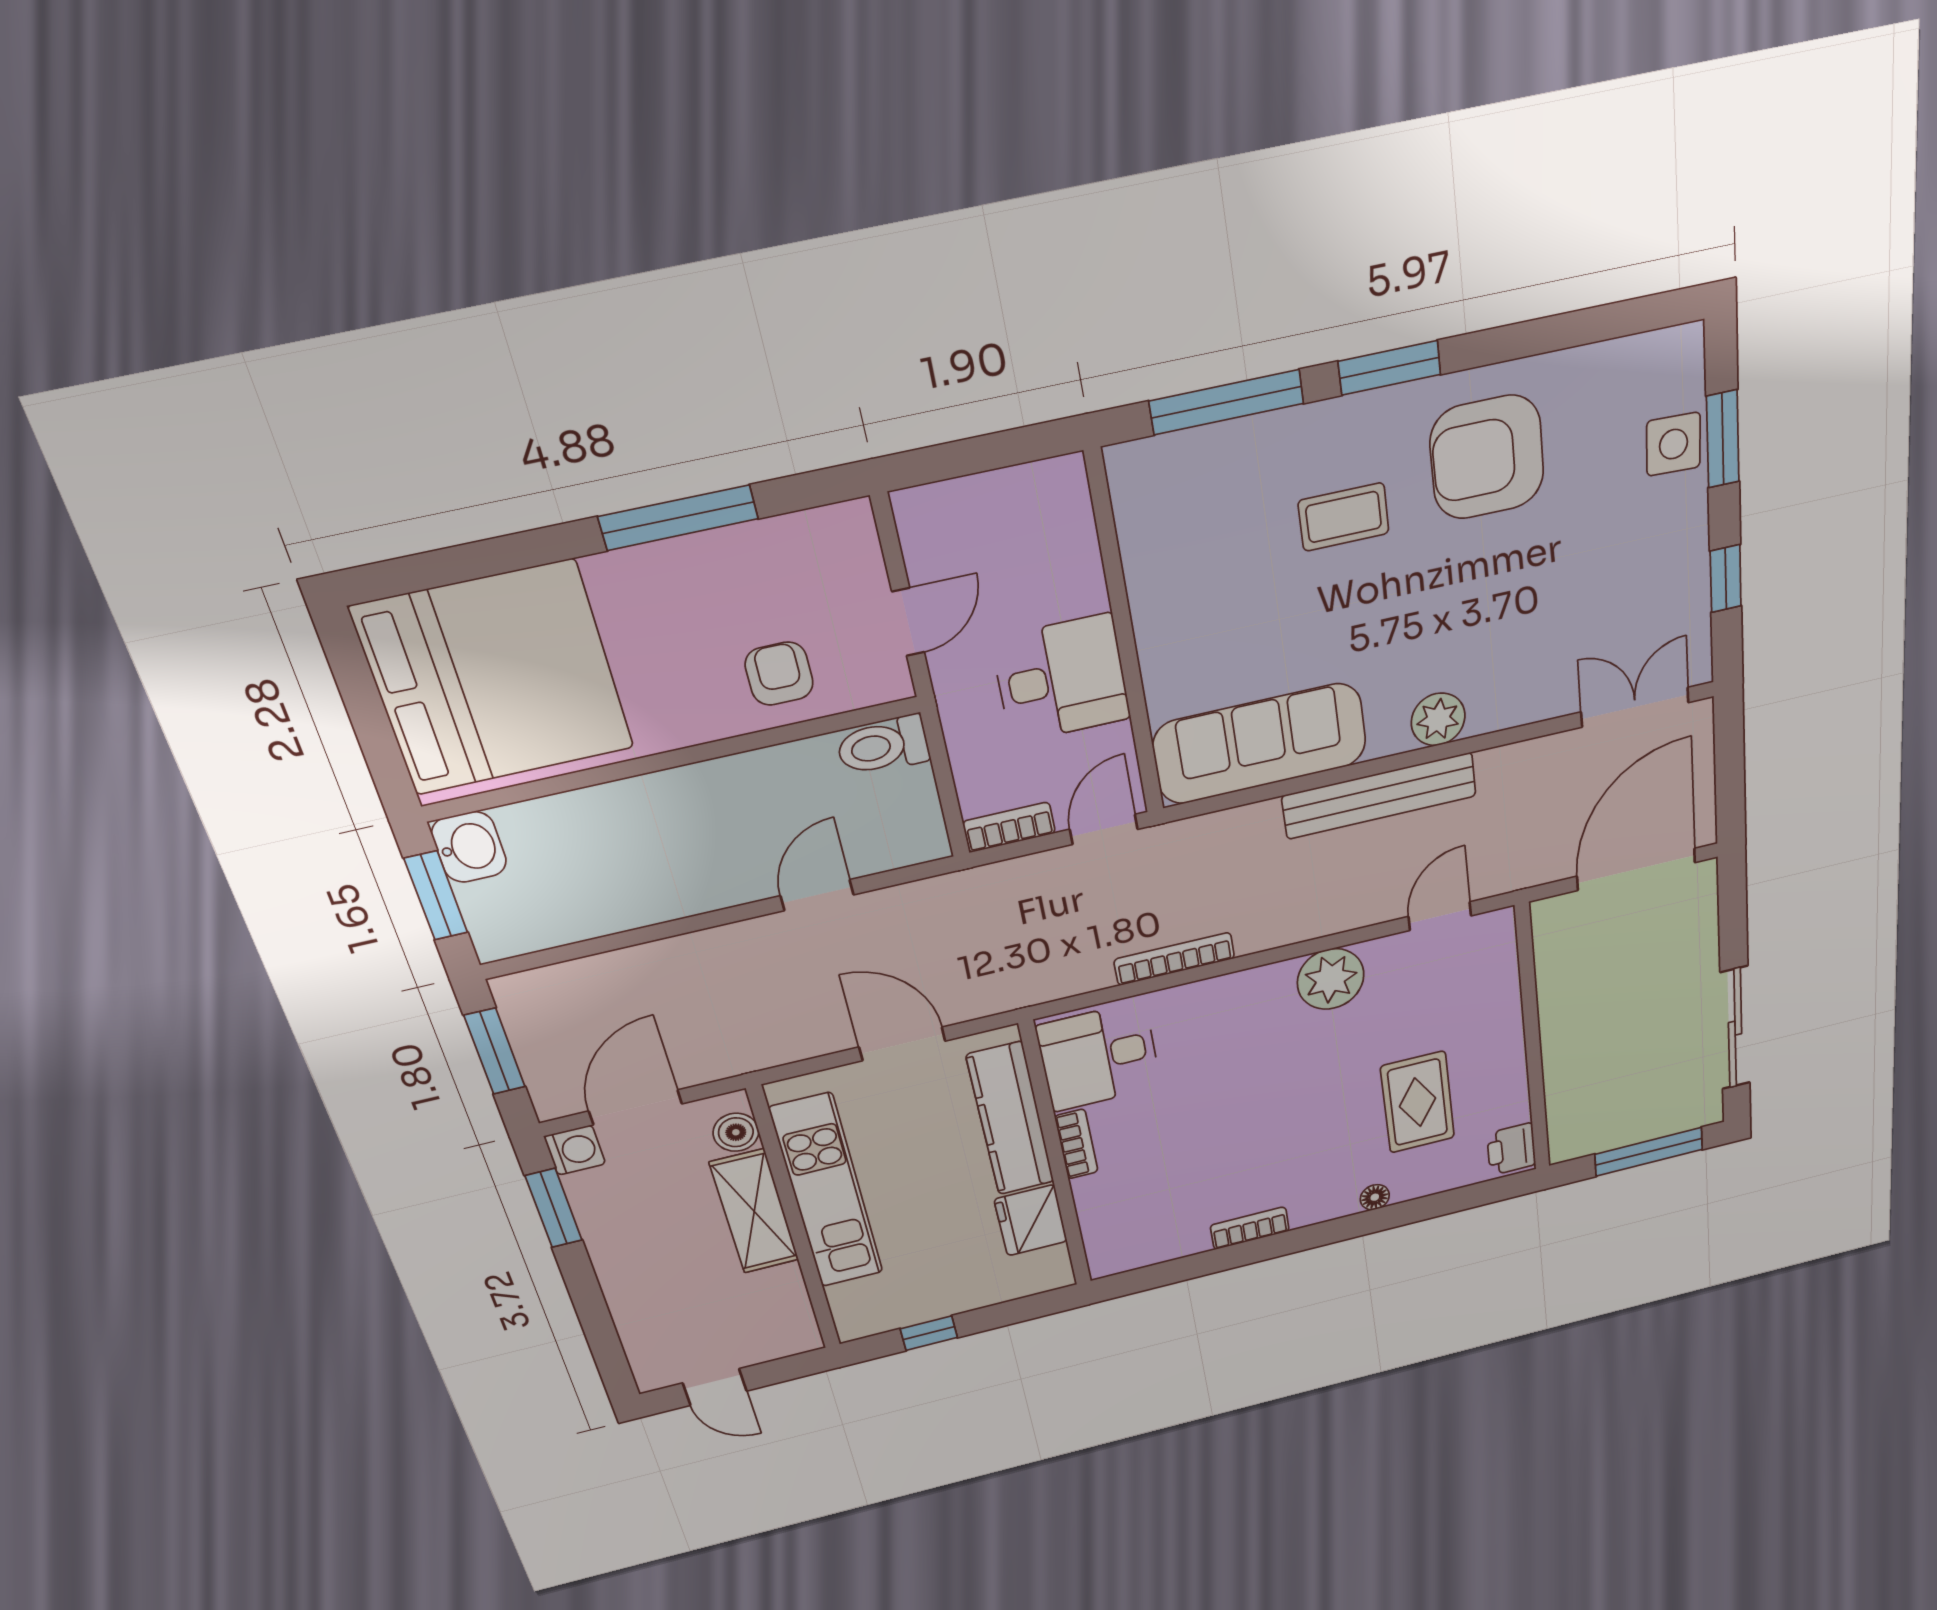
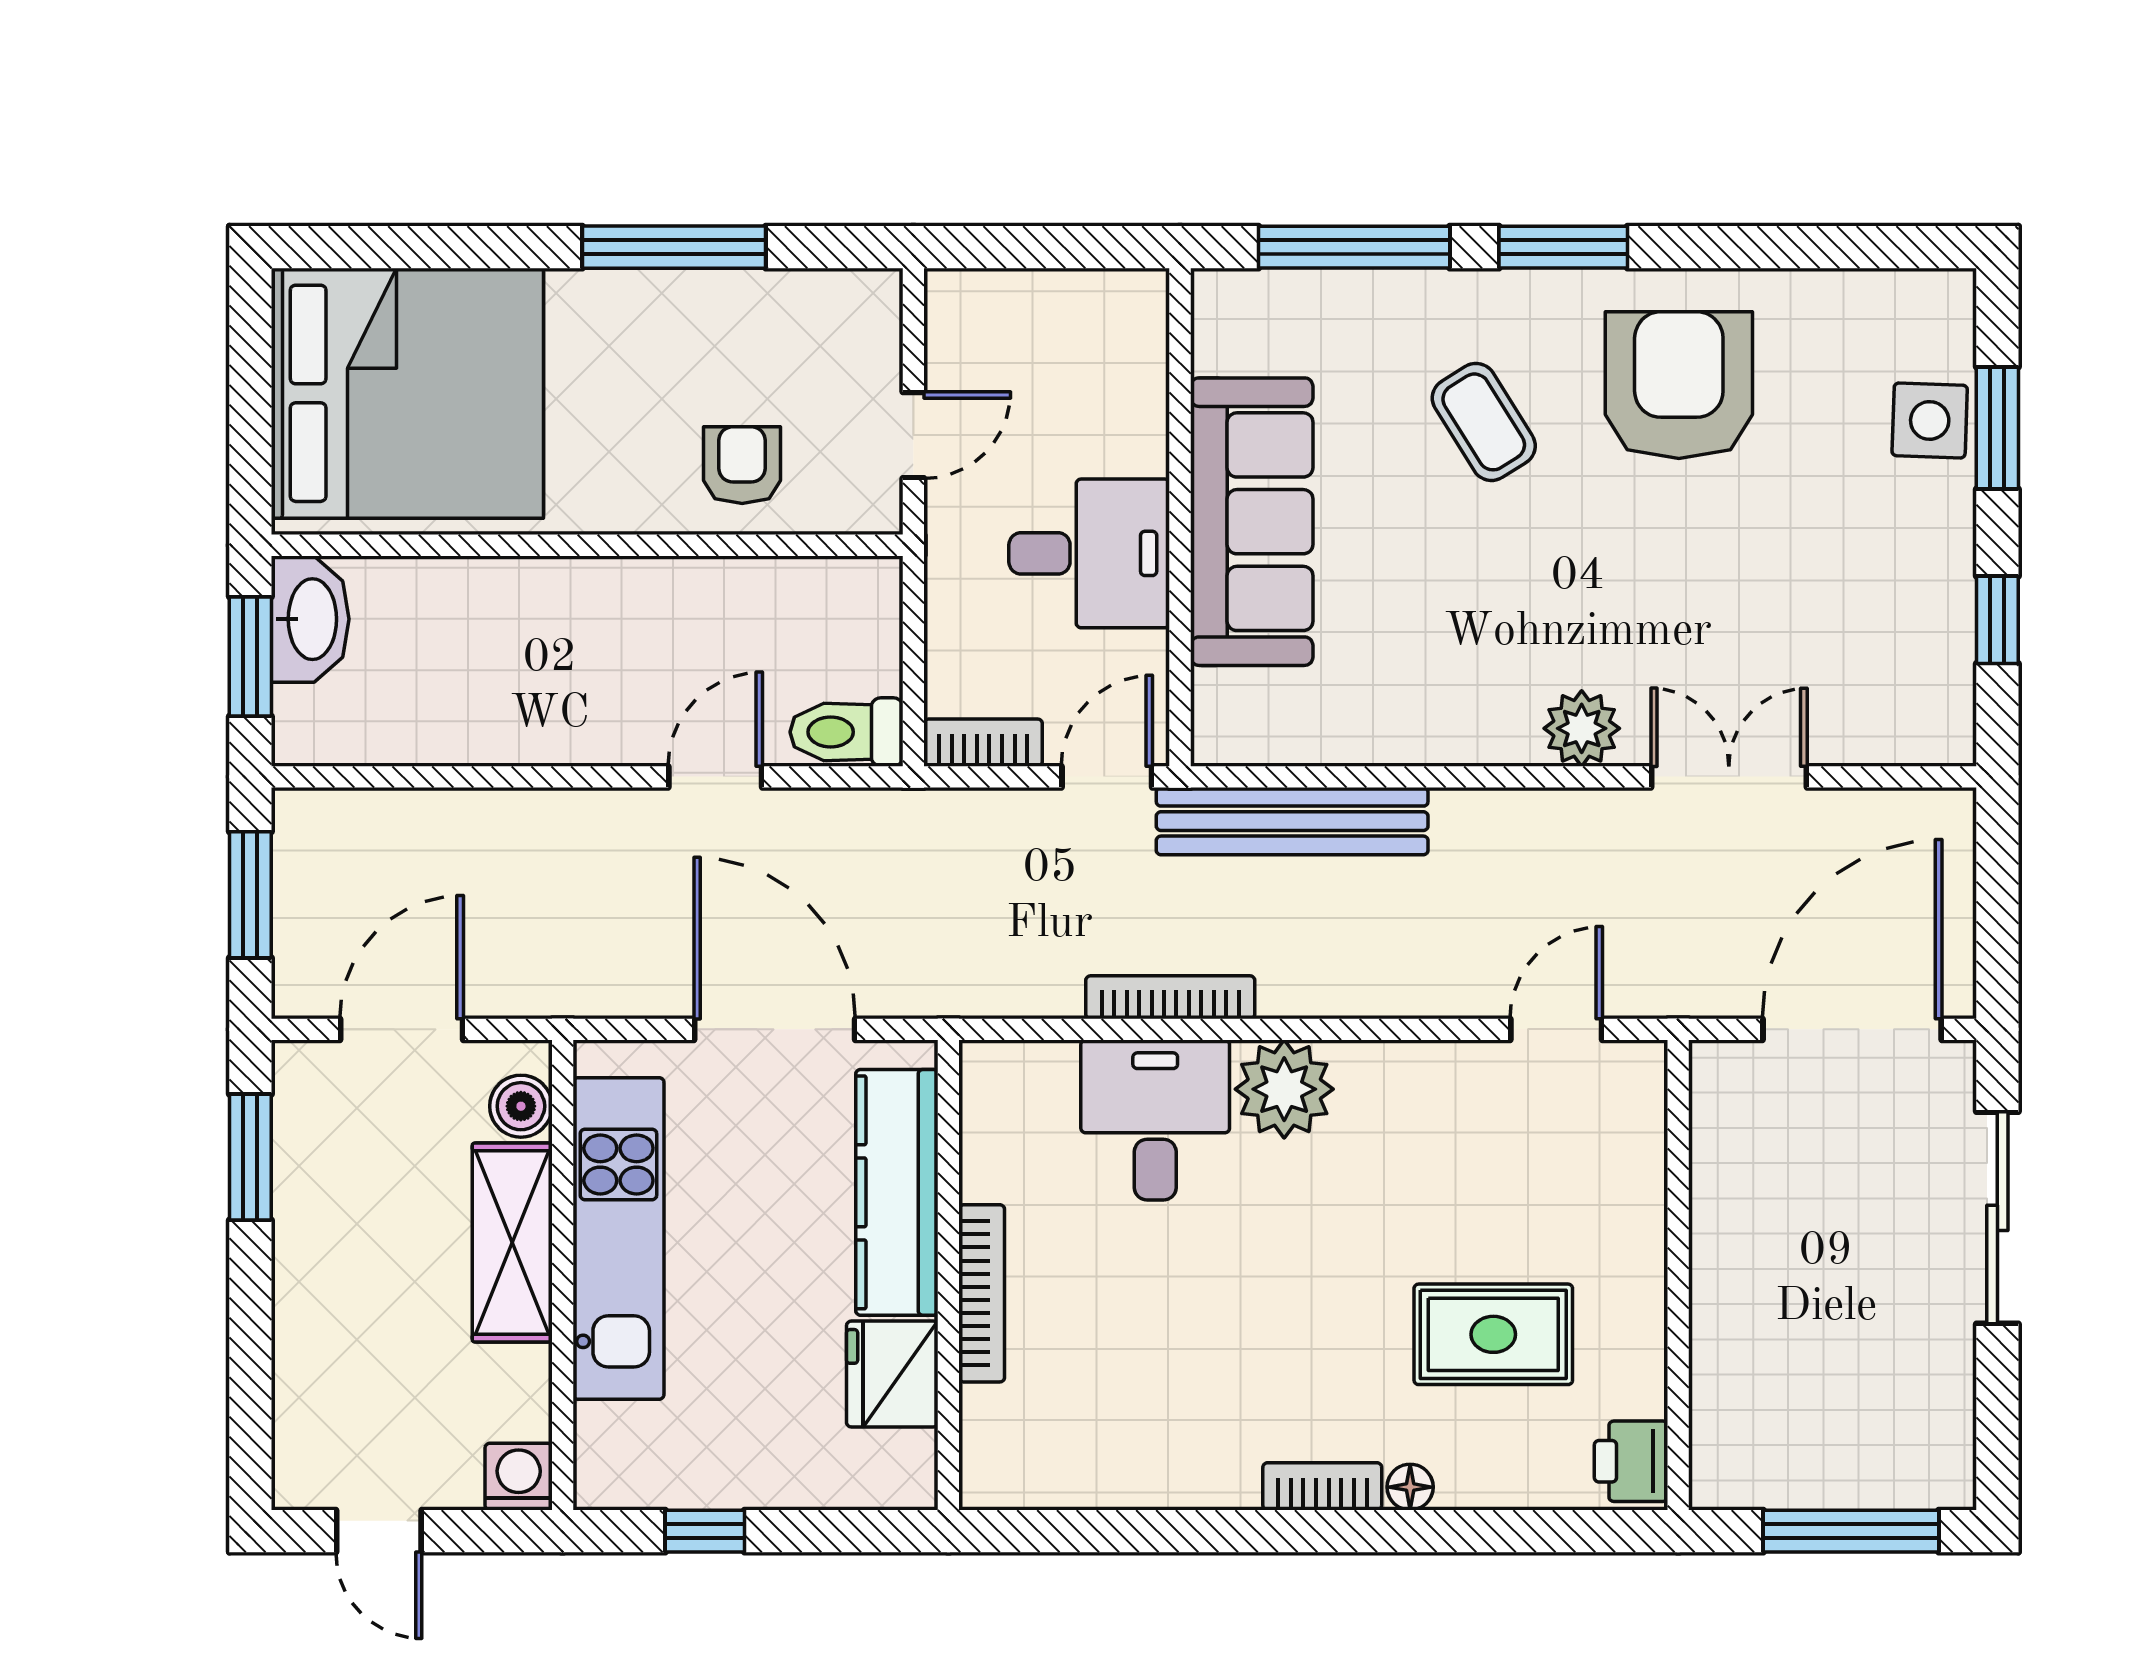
armchair: (1487, 457) -> (1679, 385), turned 90
coffee table: (1344, 517) -> (1484, 422), turned 58
double door: (1635, 707) -> (1729, 777), moved
sofa: (1260, 744) -> (1252, 522), moved, turned 90
toilet: (883, 746) -> (846, 732), moved
bench: (1379, 796) -> (1292, 821), moved
washbasin: (469, 847) -> (310, 619), width x1.38
plant: (1331, 979) -> (1284, 1089), moved
sliding door: (1735, 1028) -> (1997, 1218), moved
door: (902, 1044) -> (775, 1029), width x1.36
desk: (1099, 1057) -> (1155, 1120), moved, turned 90
rug: (1418, 1102) -> (1493, 1334), turned 90
bookcase: (1076, 1144) -> (982, 1293), width x1.56
washing machine: (575, 1150) -> (519, 1477), moved, turned -90
bookcase: (1250, 1228) -> (1322, 1486), moved

